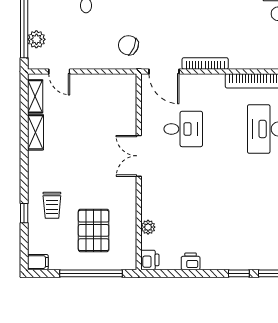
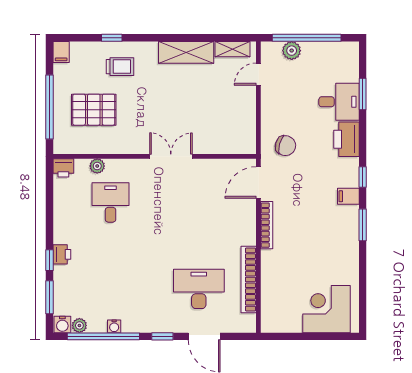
chair: (128, 45) -> (285, 146), turned 82
desk: (183, 129) -> (111, 202), moved, turned 180
shelving: (35, 132) -> (186, 52), width x1.50, depth x1.33
trolley: (52, 205) -> (120, 67), turned 180
printer: (191, 261) -> (62, 254), moved

